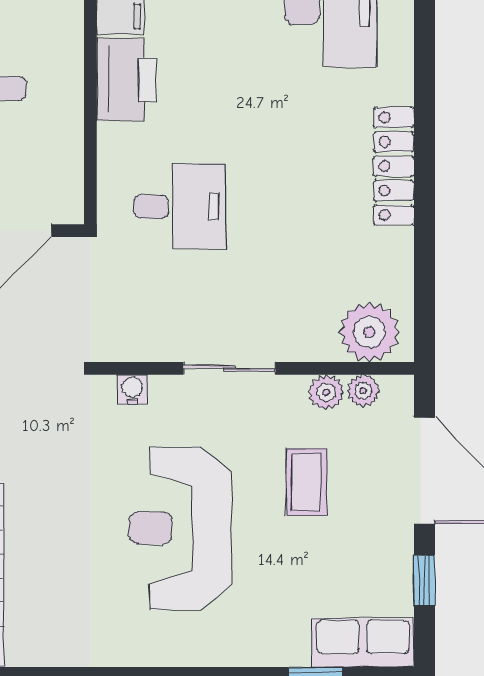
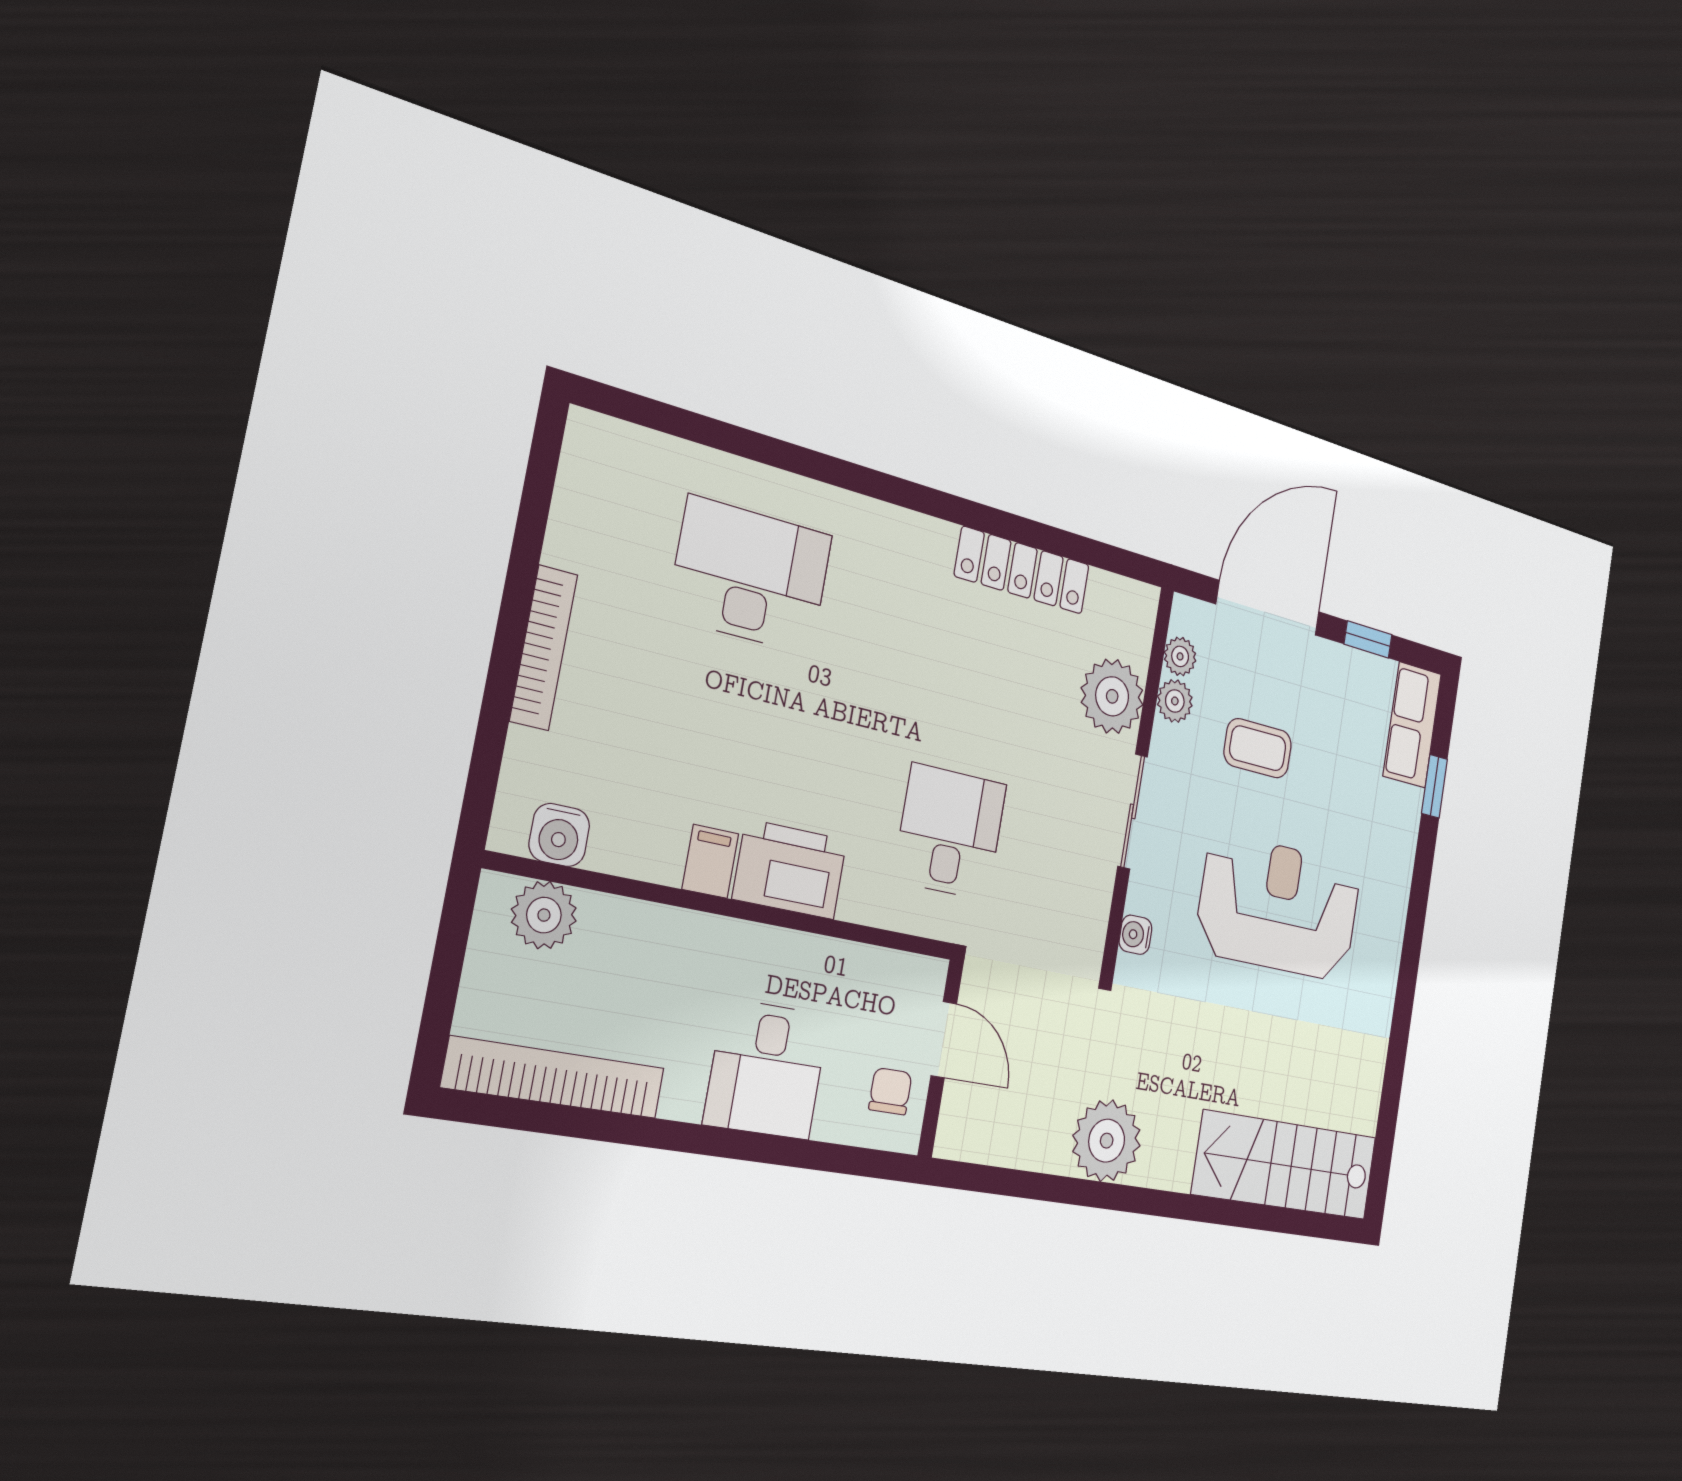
locker: (394, 166) -> (1023, 570), moved
plant: (369, 332) -> (1112, 696), moved
reception desk: (180, 528) -> (1279, 907), turned 180

